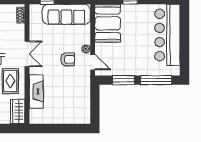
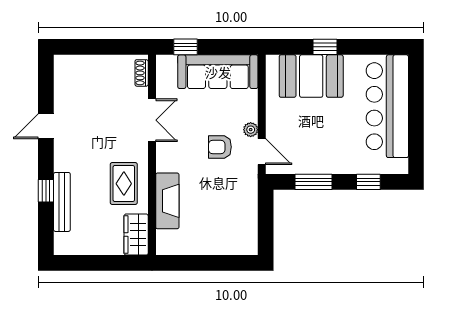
booth: (108, 23) -> (311, 76), moved, turned 90
double door: (27, 54) -> (152, 120), moved
armchair: (68, 59) -> (220, 147), turned 180
window: (156, 80) -> (368, 182), width x0.46

